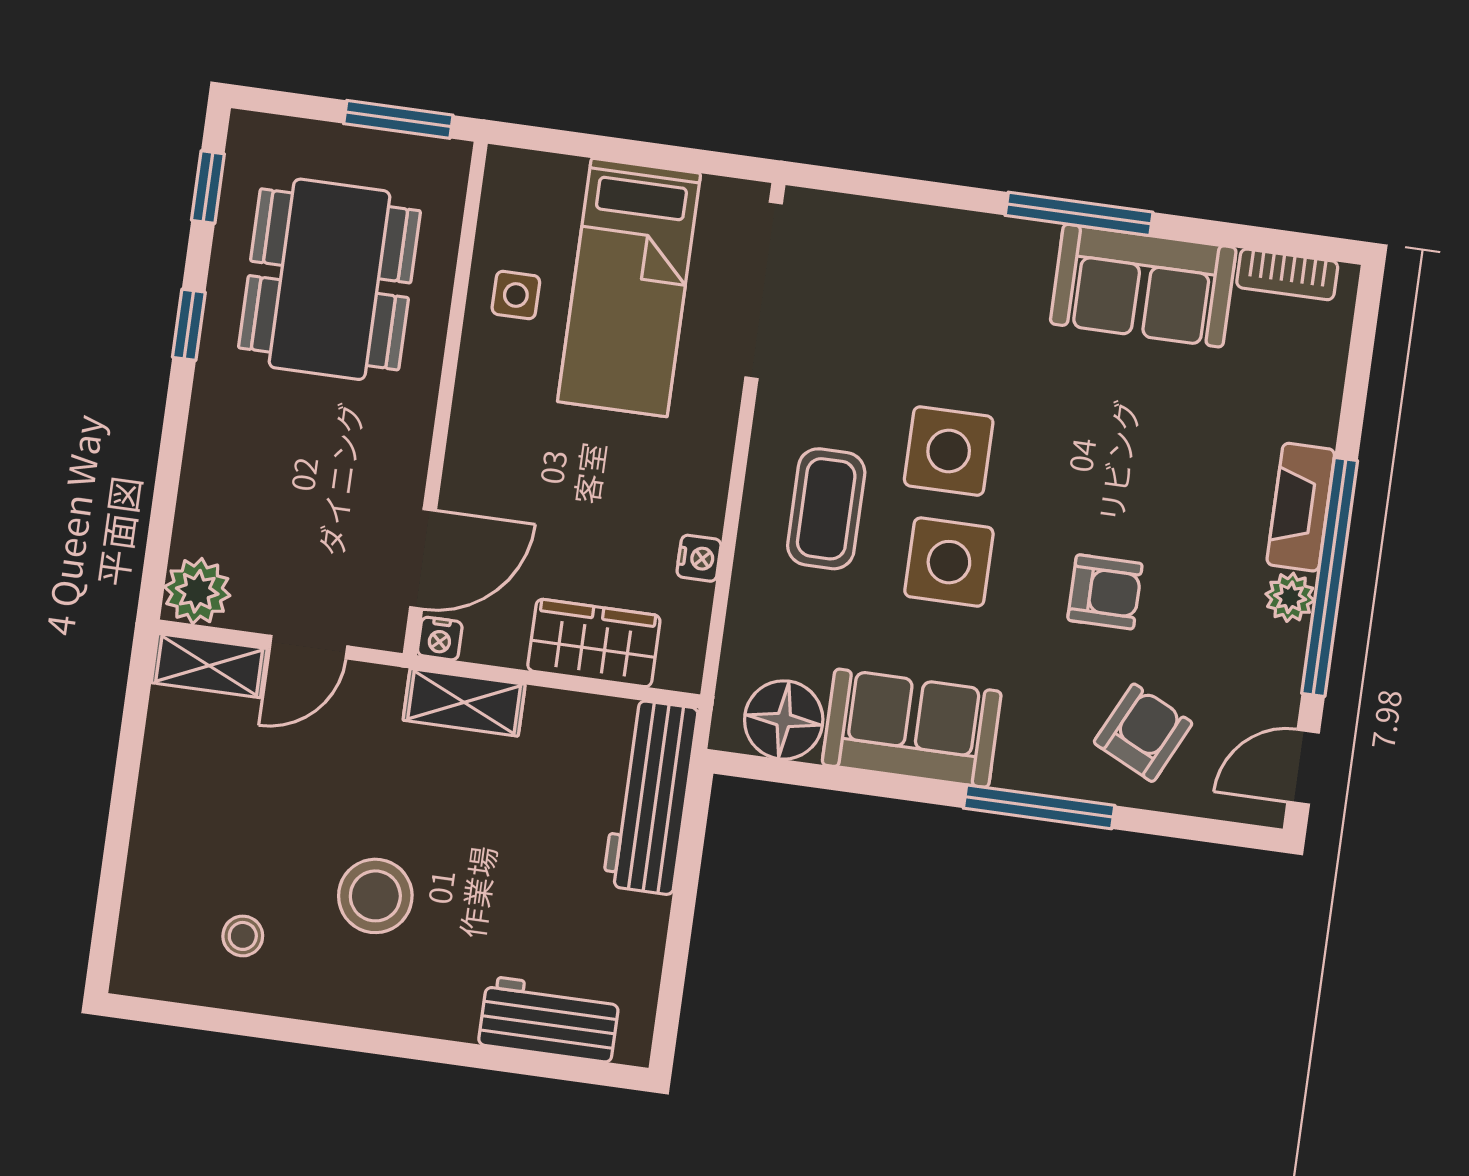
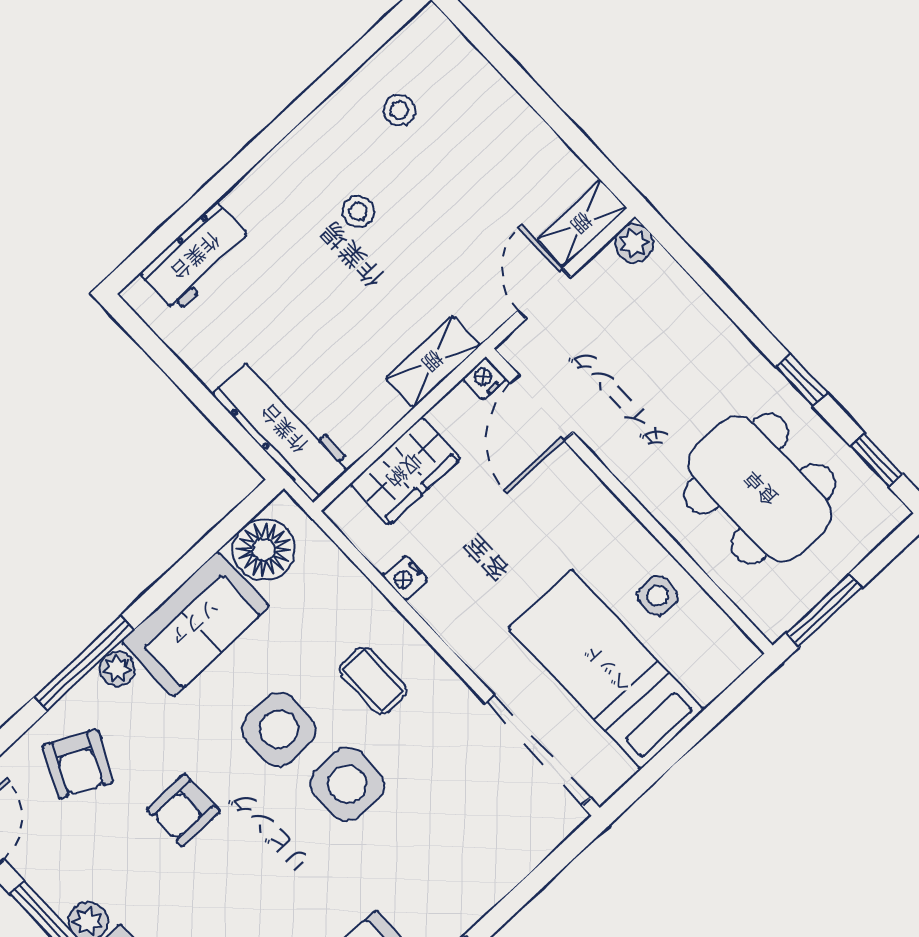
coffee table: (826, 509) -> (373, 680), width x0.73, depth x0.77
plant: (197, 591) -> (634, 243), width x0.73, depth x0.73
plant: (1018, 770) -> (117, 669), added
stool: (375, 896) -> (358, 211), width x0.53, depth x0.53

